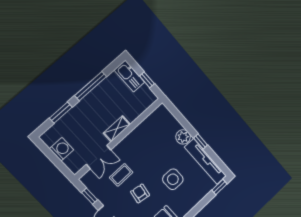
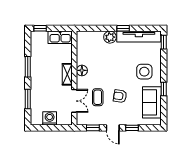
kitchen sink: (129, 76) -> (60, 37), moved
window: (147, 80) -> (40, 28), moved
window: (91, 86) -> (28, 67), width x0.69
floor lamp: (132, 139) -> (82, 70), added
side table: (173, 179) -> (144, 72), moved

